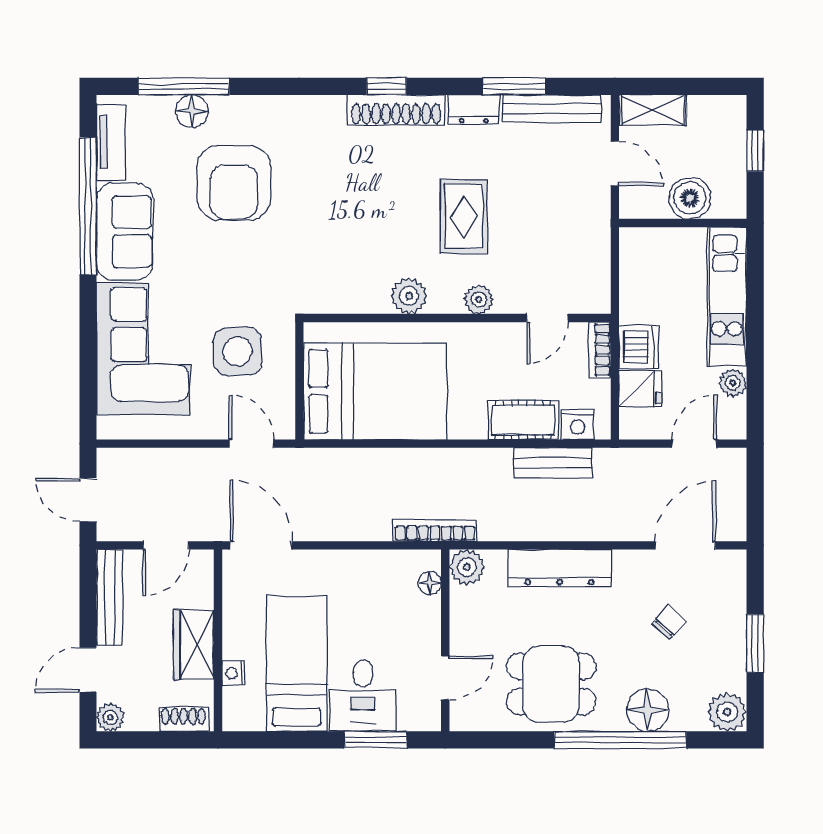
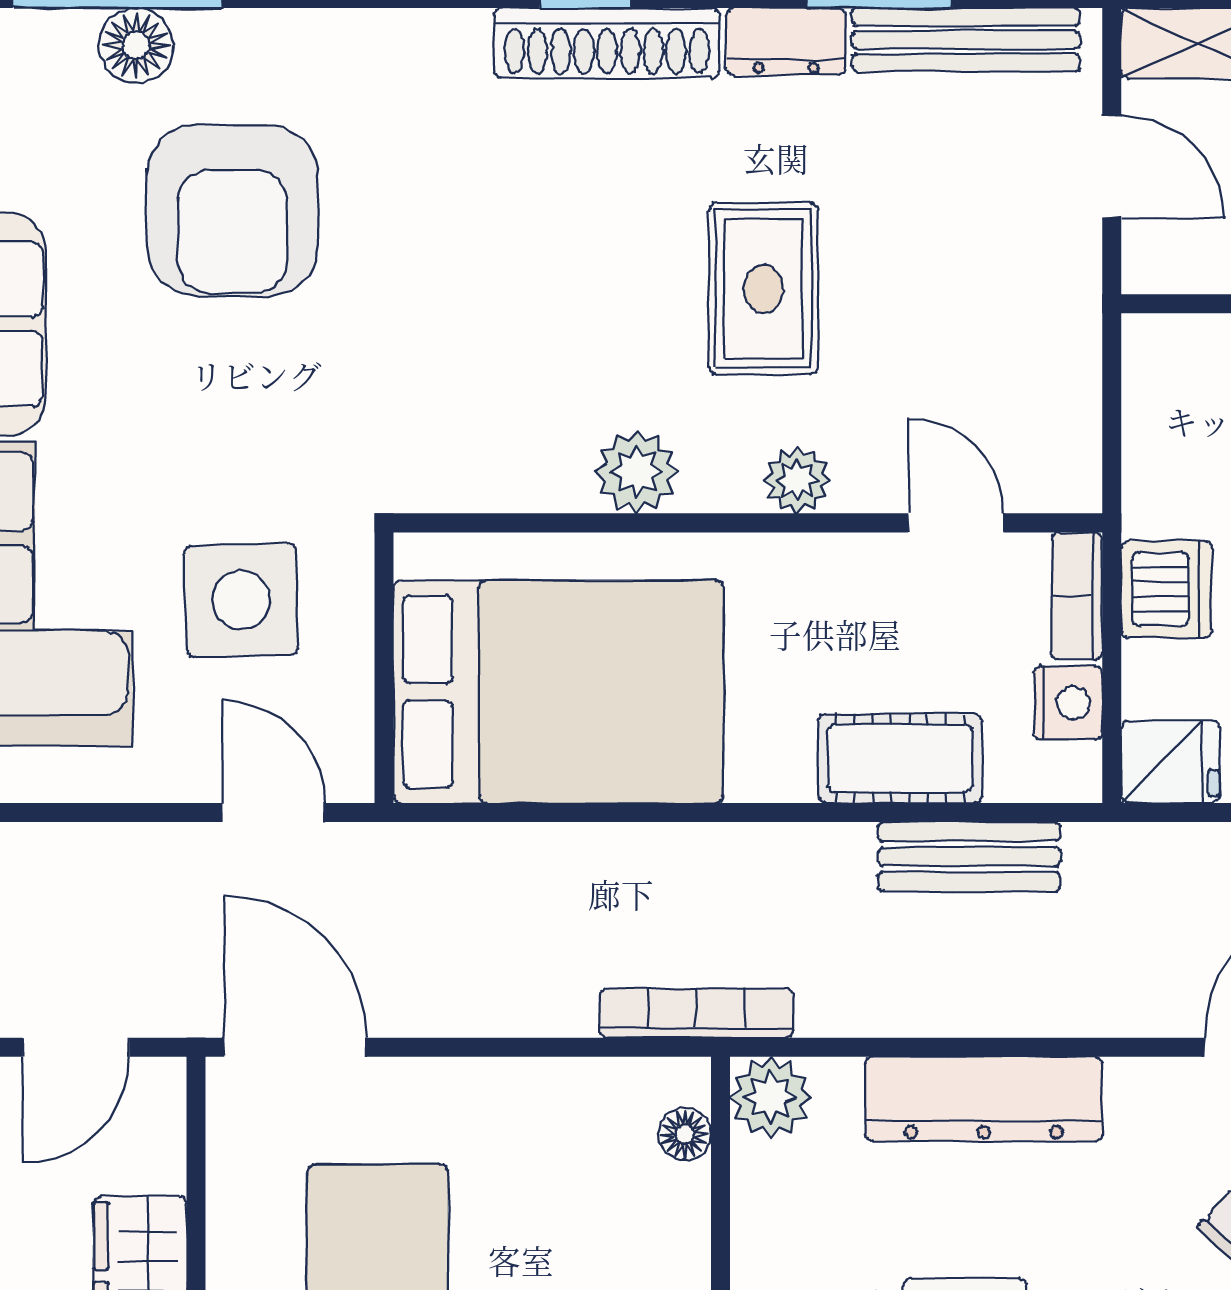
door: (547, 318) -> (956, 523), swing flipped
fridge: (640, 389) -> (1170, 762), moved
nightstand: (578, 425) -> (1068, 703), moved, turned -90

